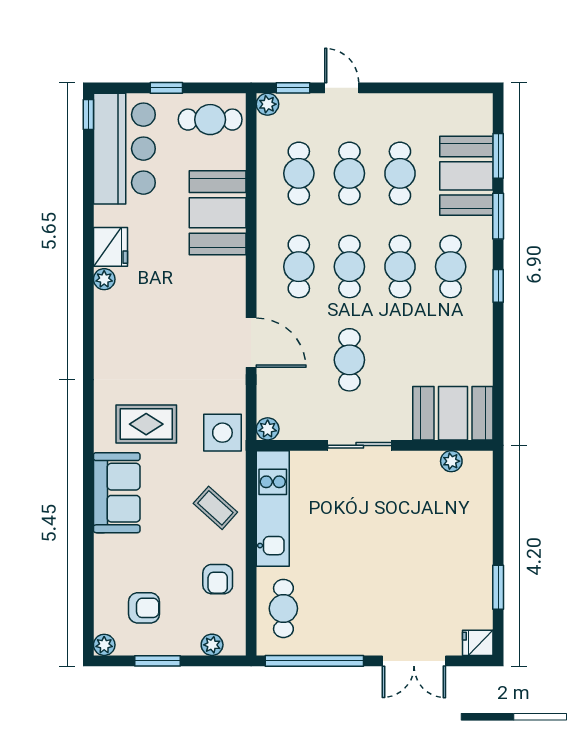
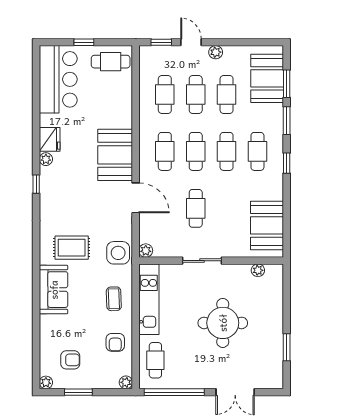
plant: (268, 104) -> (216, 52), moved
window: (88, 114) -> (36, 184), moved
booth: (466, 176) -> (267, 78), moved
booth: (218, 213) -> (115, 155), moved
booth: (453, 413) -> (267, 225), moved, turned 90
coffee table: (215, 508) -> (114, 299), turned 46
round table: (394, 547) -> (223, 323), added
fridge: (478, 643) -> (274, 381), removed
plant: (212, 645) -> (126, 382), moved

